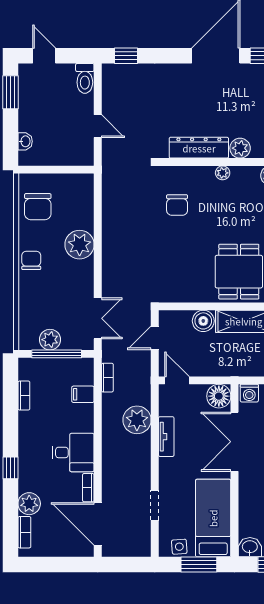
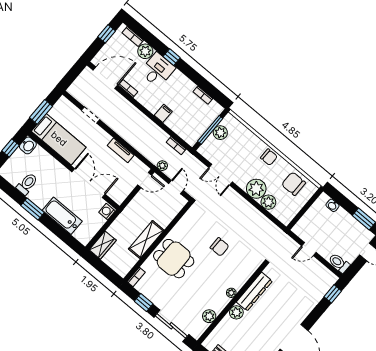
chair: (177, 205) -> (220, 247), moved, turned 180
plant: (83, 218) -> (268, 202), added
double door: (98, 318) -> (221, 175), moved
boiler: (203, 321) -> (164, 219), removed
filing cabinet: (83, 394) -> (163, 113), moved
floor lamp: (219, 396) -> (119, 195), removed
plant: (137, 420) -> (162, 166), moved, width x0.53, depth x0.53
desk: (73, 452) -> (157, 70), moved, turned 180
side table: (179, 547) -> (59, 110), removed
window: (46, 565) -> (107, 34), added

